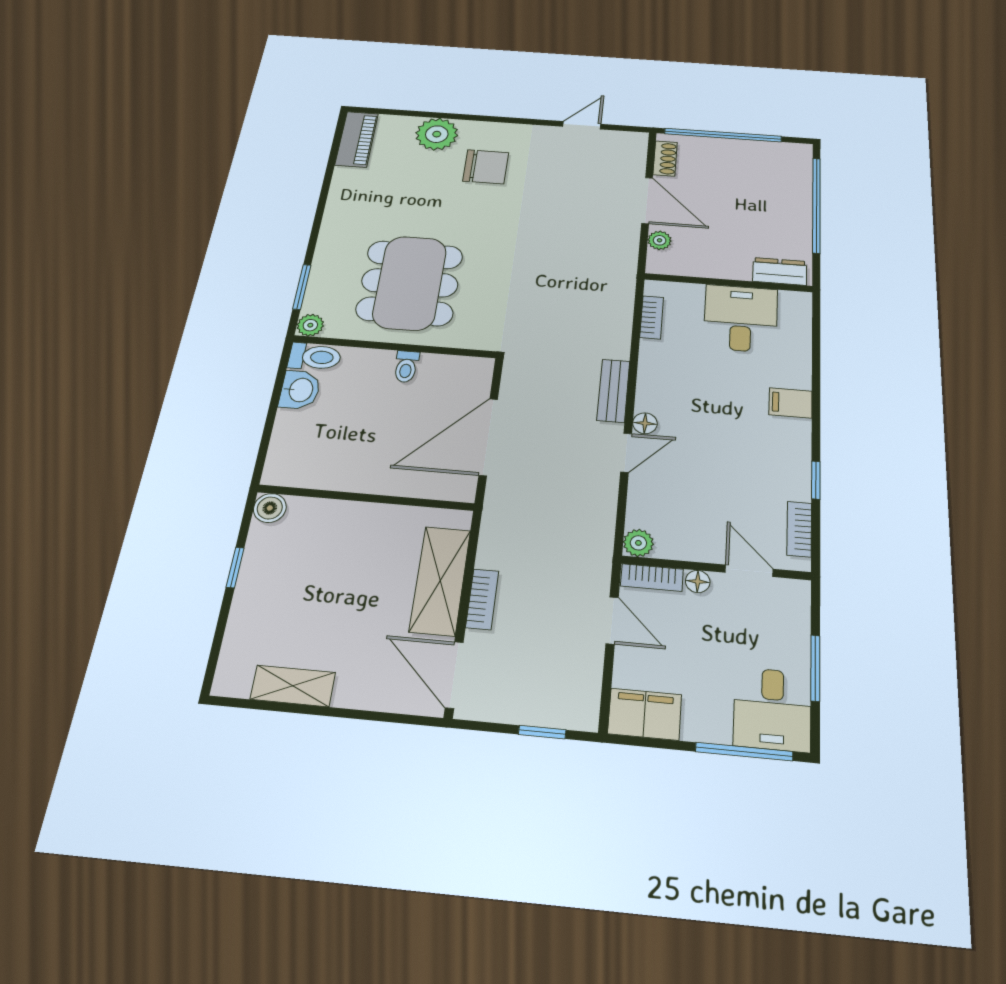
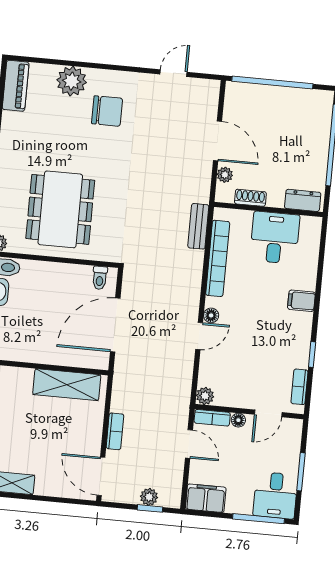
shoe rack: (665, 159) -> (250, 198), moved, turned -90
bookcase: (652, 317) -> (218, 258), width x2.31, depth x1.31
toilet: (406, 367) -> (100, 278), moved
bench: (613, 391) -> (198, 226), moved
door: (749, 571) -> (268, 413), swing flipped
shelving: (440, 581) -> (67, 385), moved, turned 90
plant: (541, 711) -> (149, 497), added

